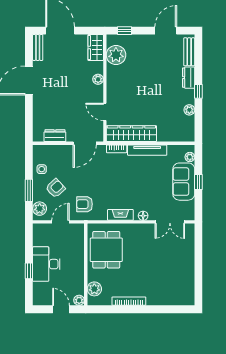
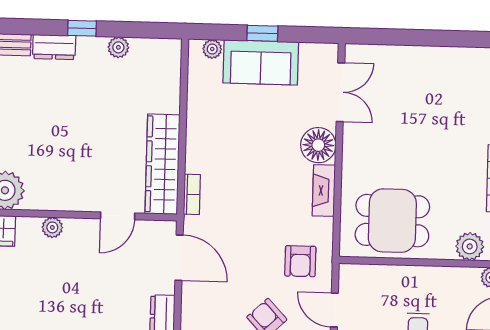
tv unit: (147, 150) -> (196, 134), removed
floor lamp: (143, 216) -> (318, 145), width x1.89, depth x1.89

